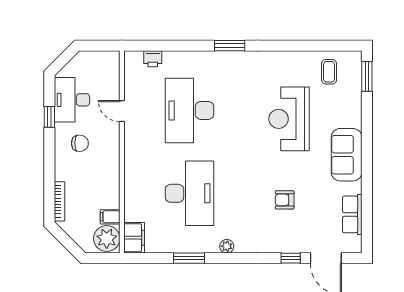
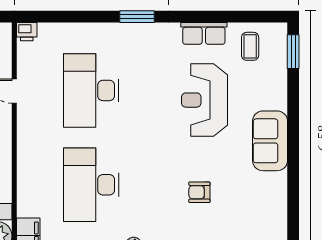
printer: (153, 59) -> (27, 32), moved
desk: (190, 193) -> (91, 185), turned 180
row of seats: (352, 214) -> (204, 33), moved, turned -90

